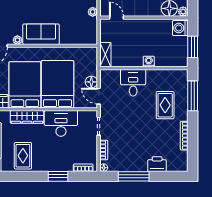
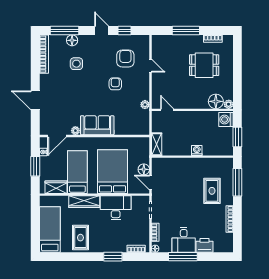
desk: (133, 83) -> (184, 240), moved, turned 180
bed: (25, 85) -> (77, 172), width x0.67

